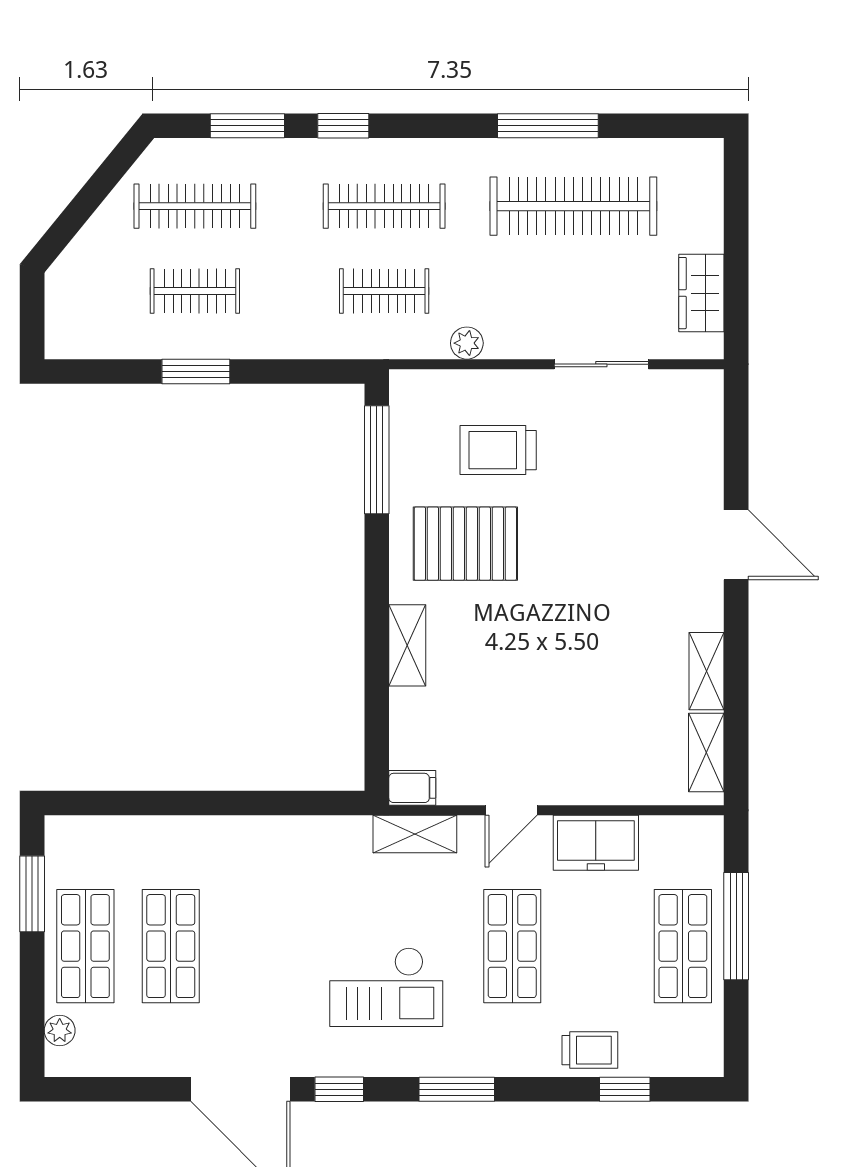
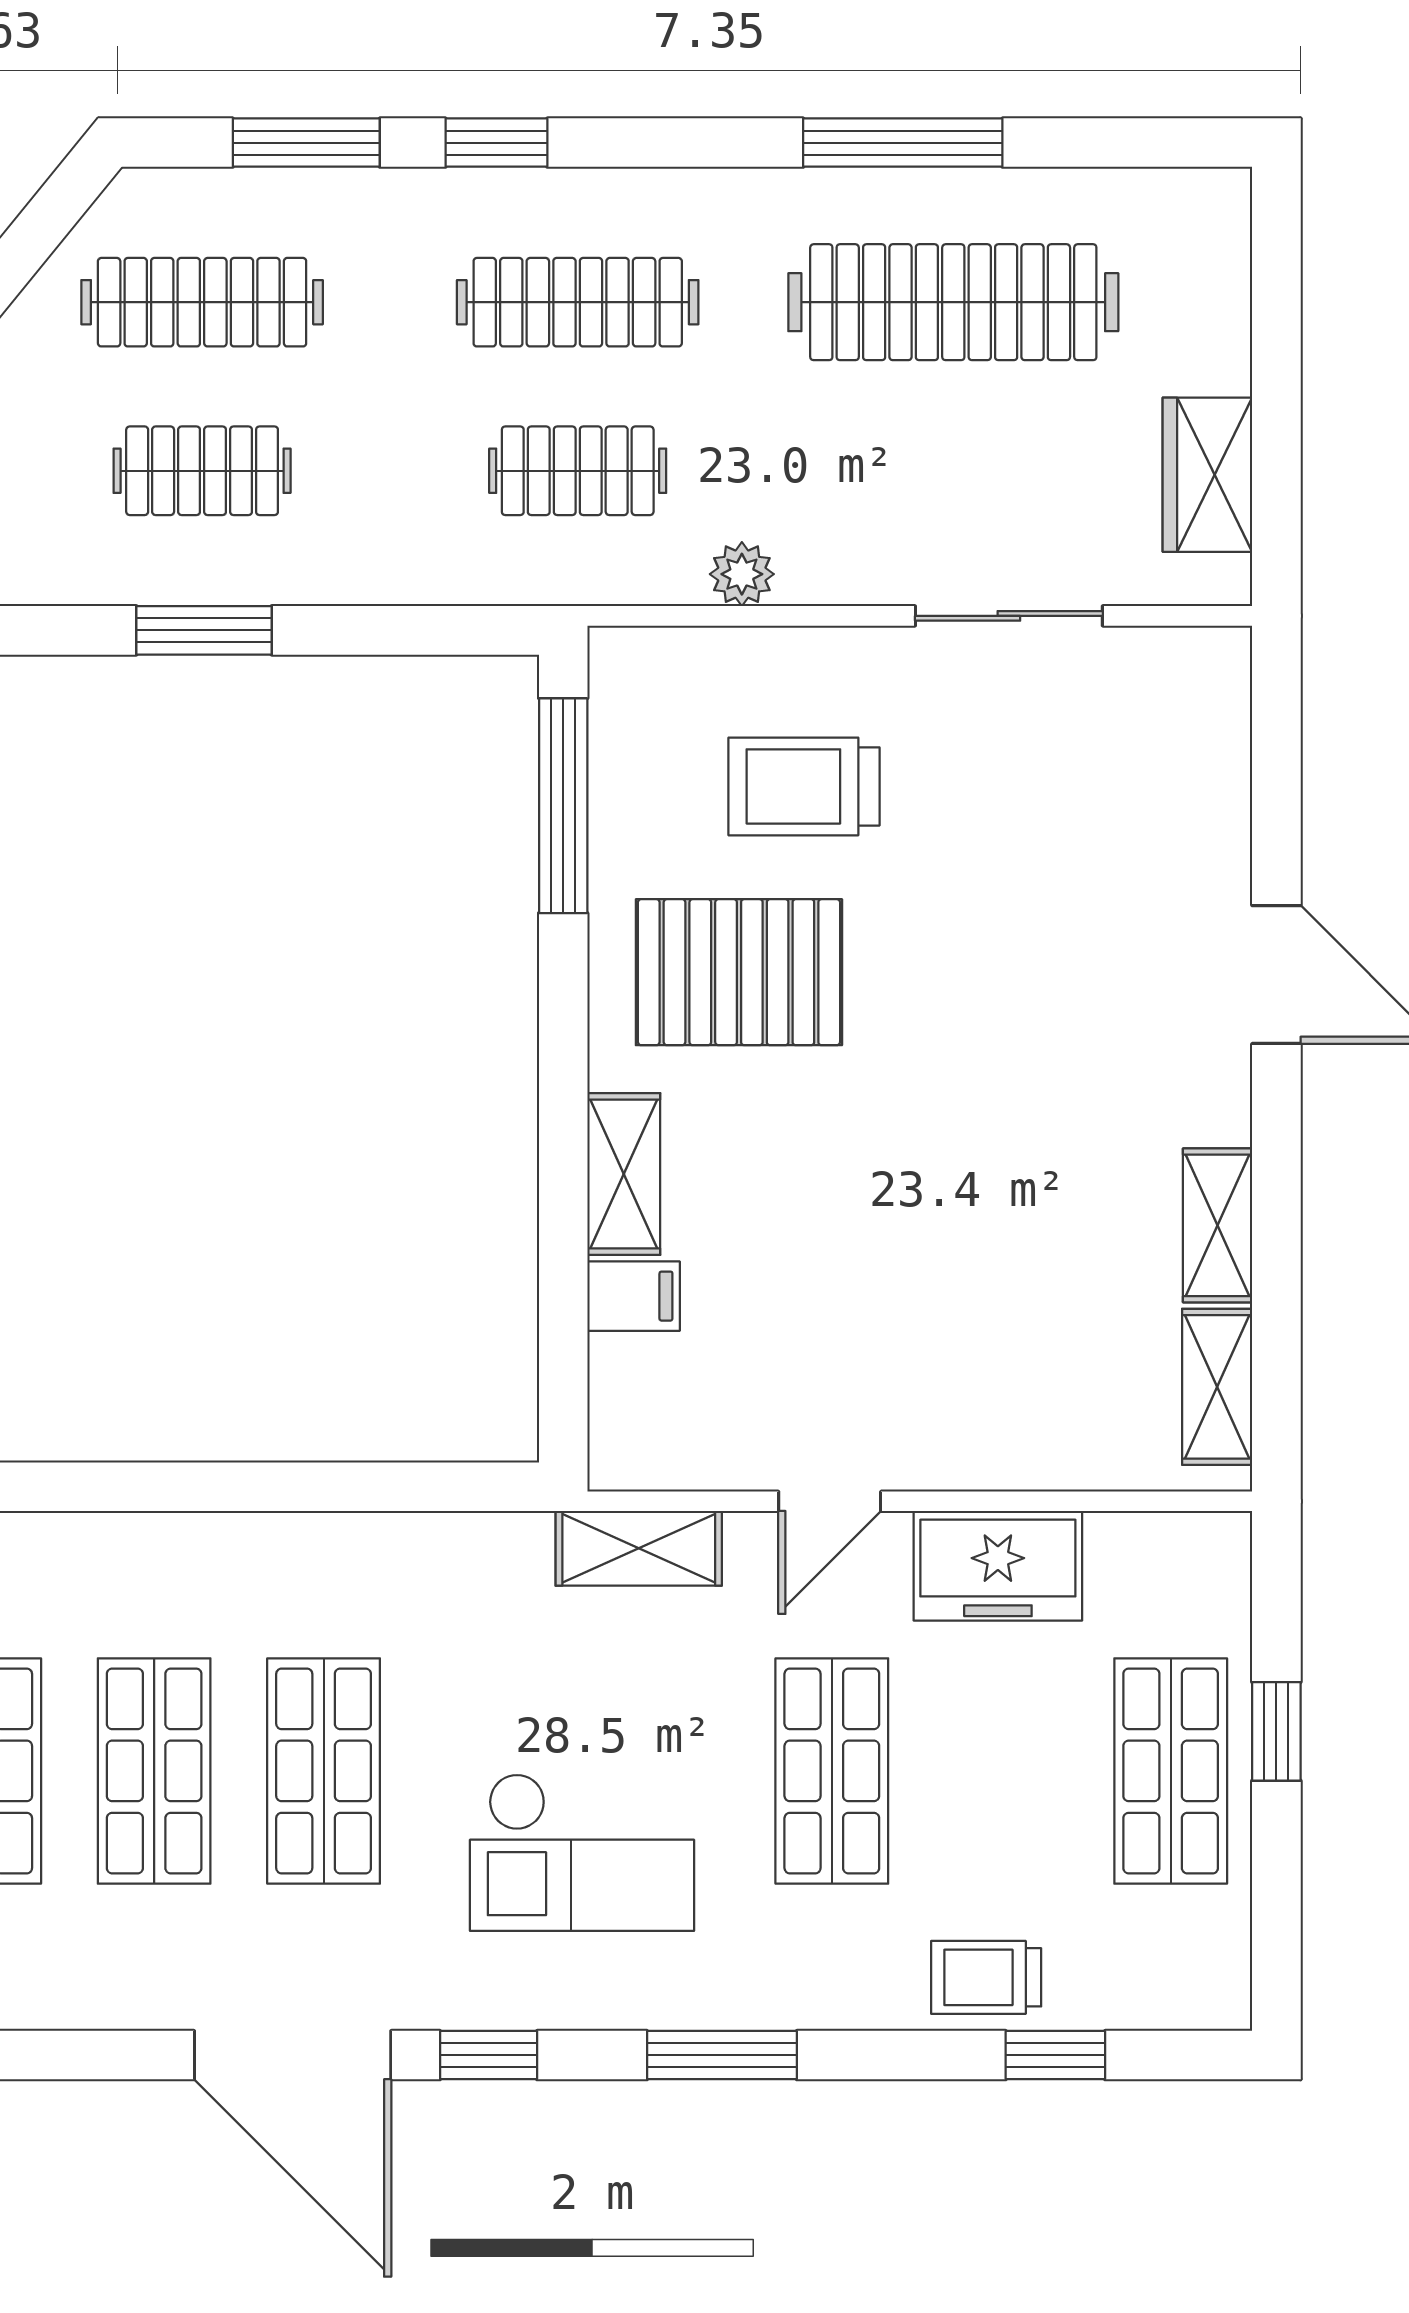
filing cabinet: (412, 788) -> (634, 1296), moved
window: (736, 926) -> (1276, 1731), width x0.46
shop shelf: (256, 946) -> (324, 1771), added
trolley: (590, 1050) -> (986, 1977), turned 180

